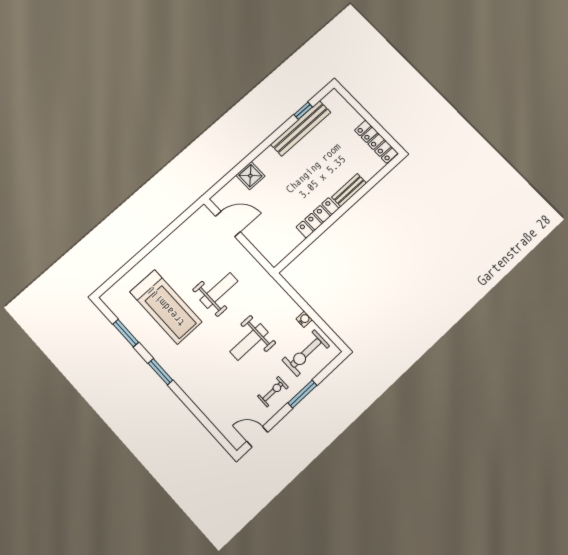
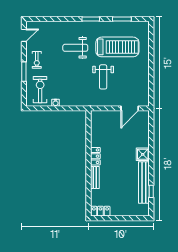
locker: (376, 142) -> (100, 211), width x0.66
shower: (250, 176) -> (143, 154), moved
locker: (318, 218) -> (95, 156), width x0.66
treadmill: (166, 307) -> (117, 47), turned 180
weight bench: (249, 342) -> (75, 48), moved, turned -90

